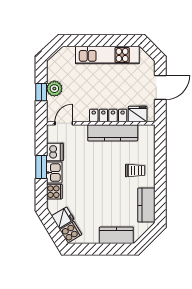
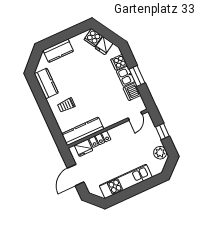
plant: (54, 89) -> (160, 153), moved
locker: (108, 115) -> (100, 139), width x0.66
kitchen counter: (113, 133) -> (83, 131), moved

